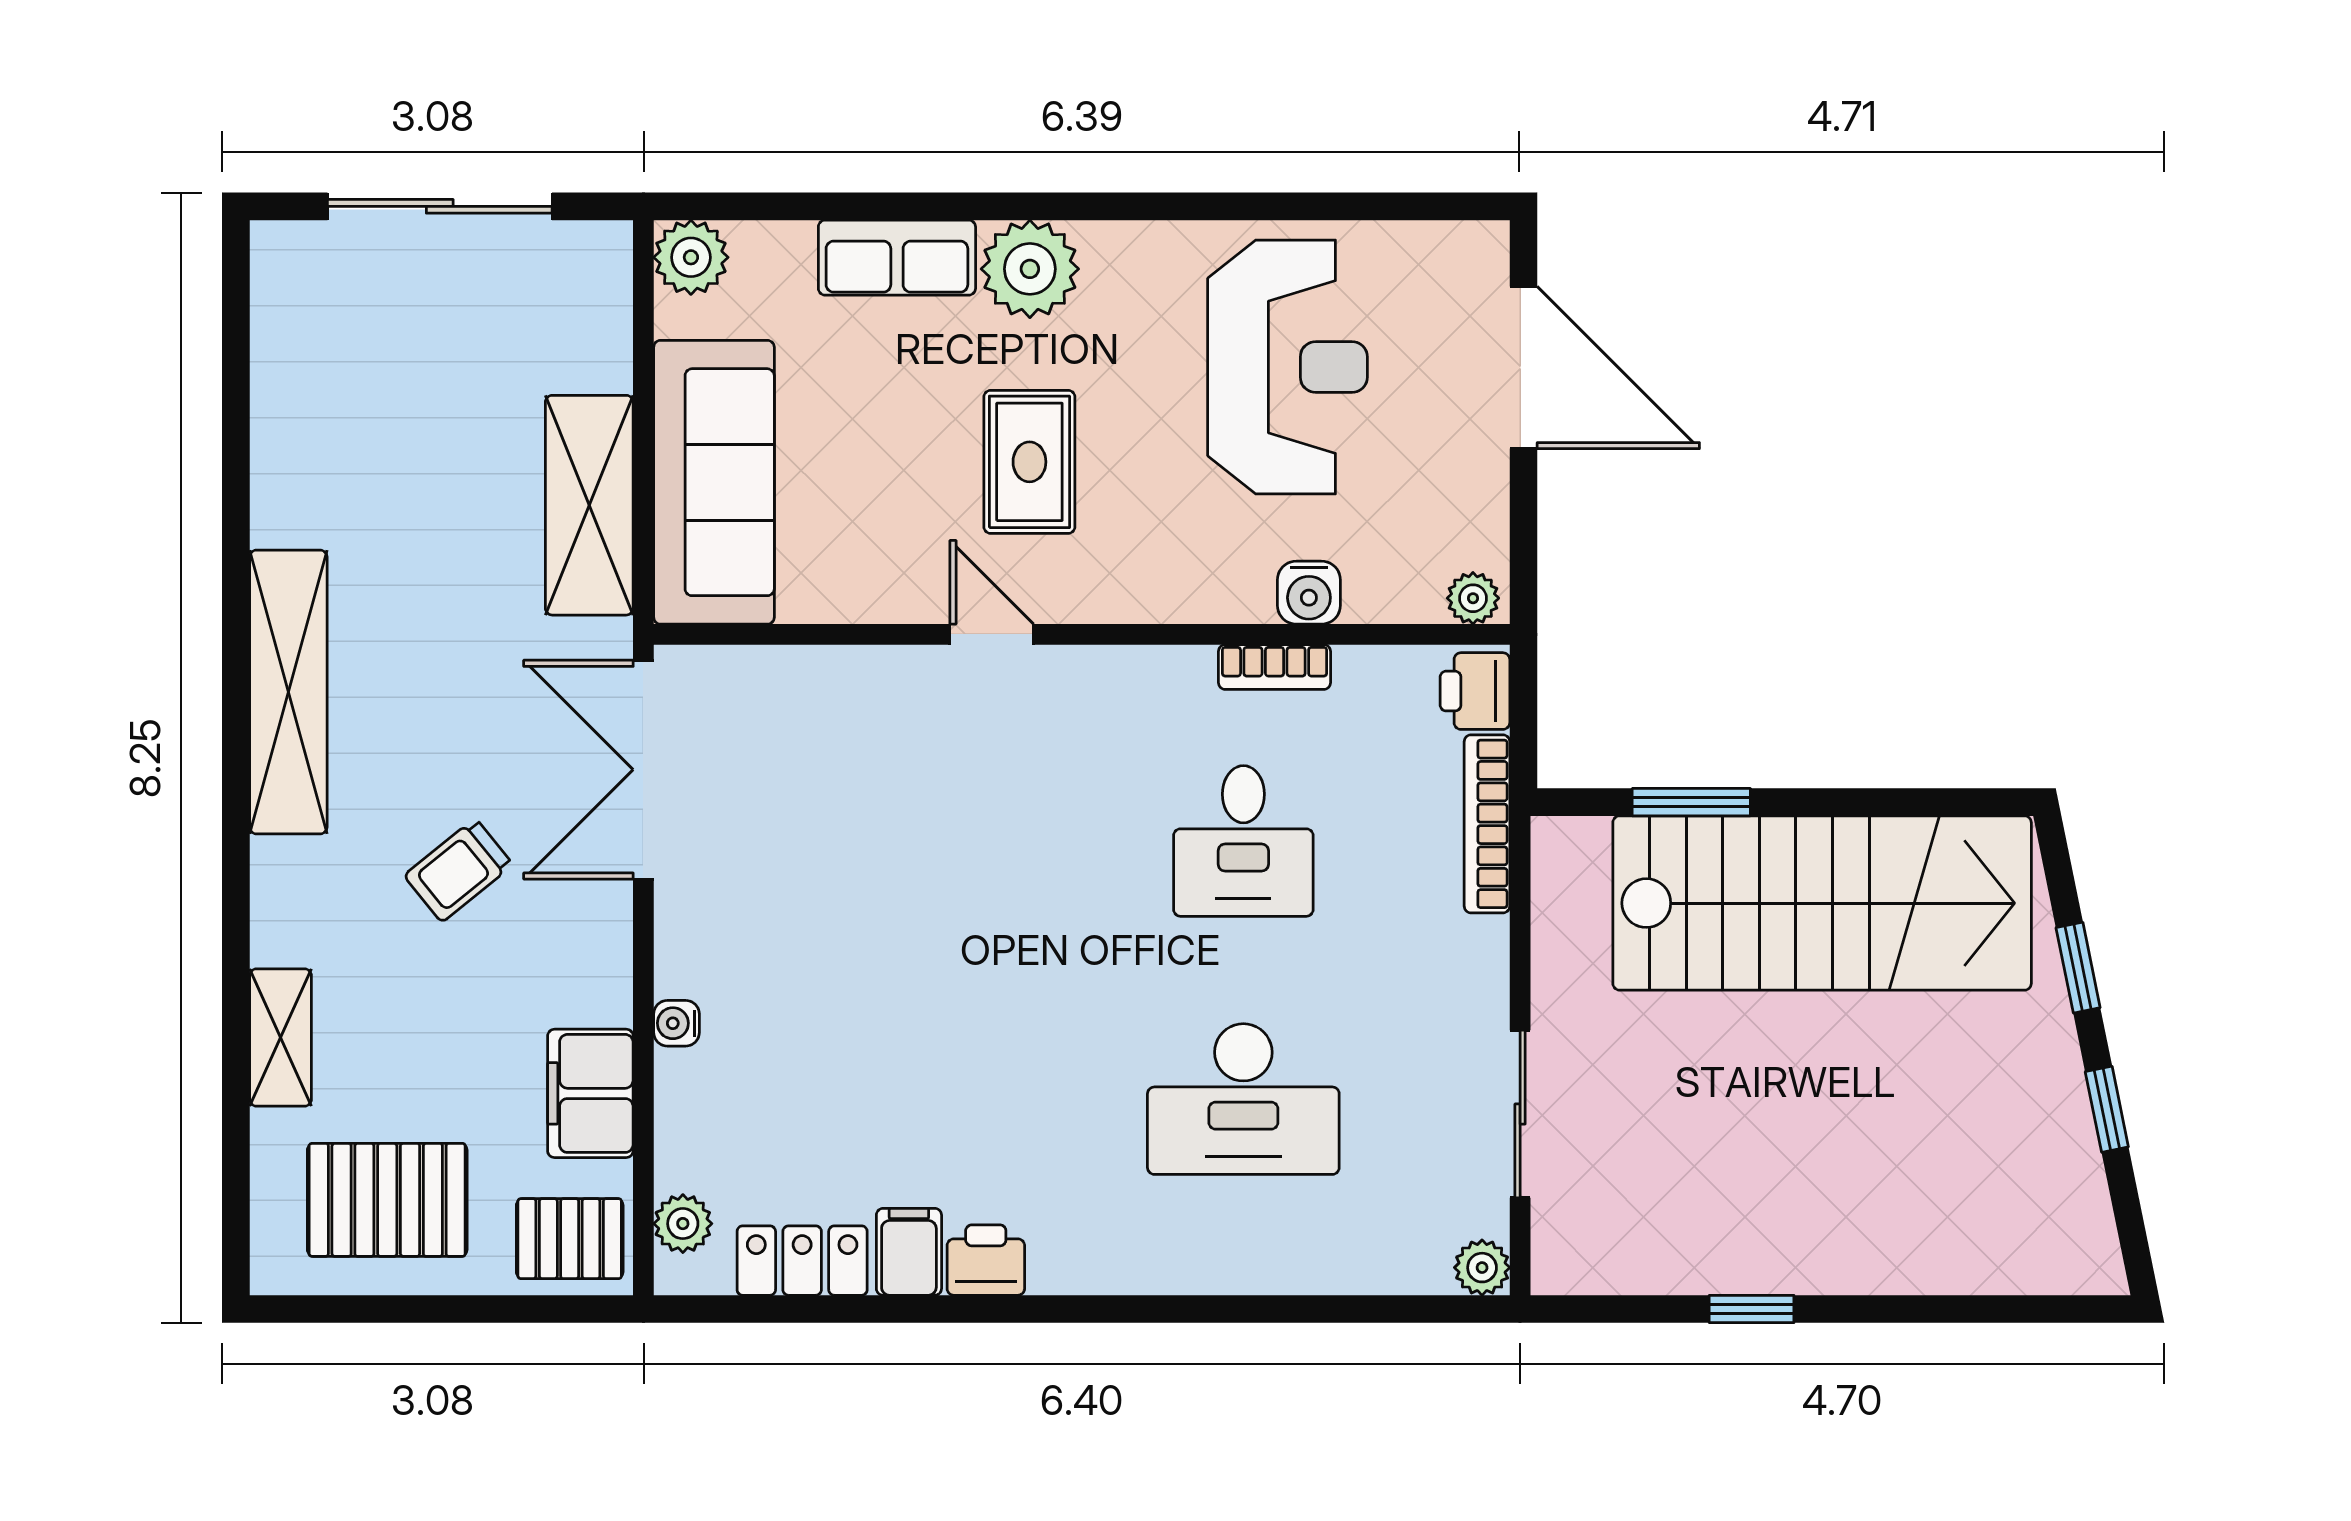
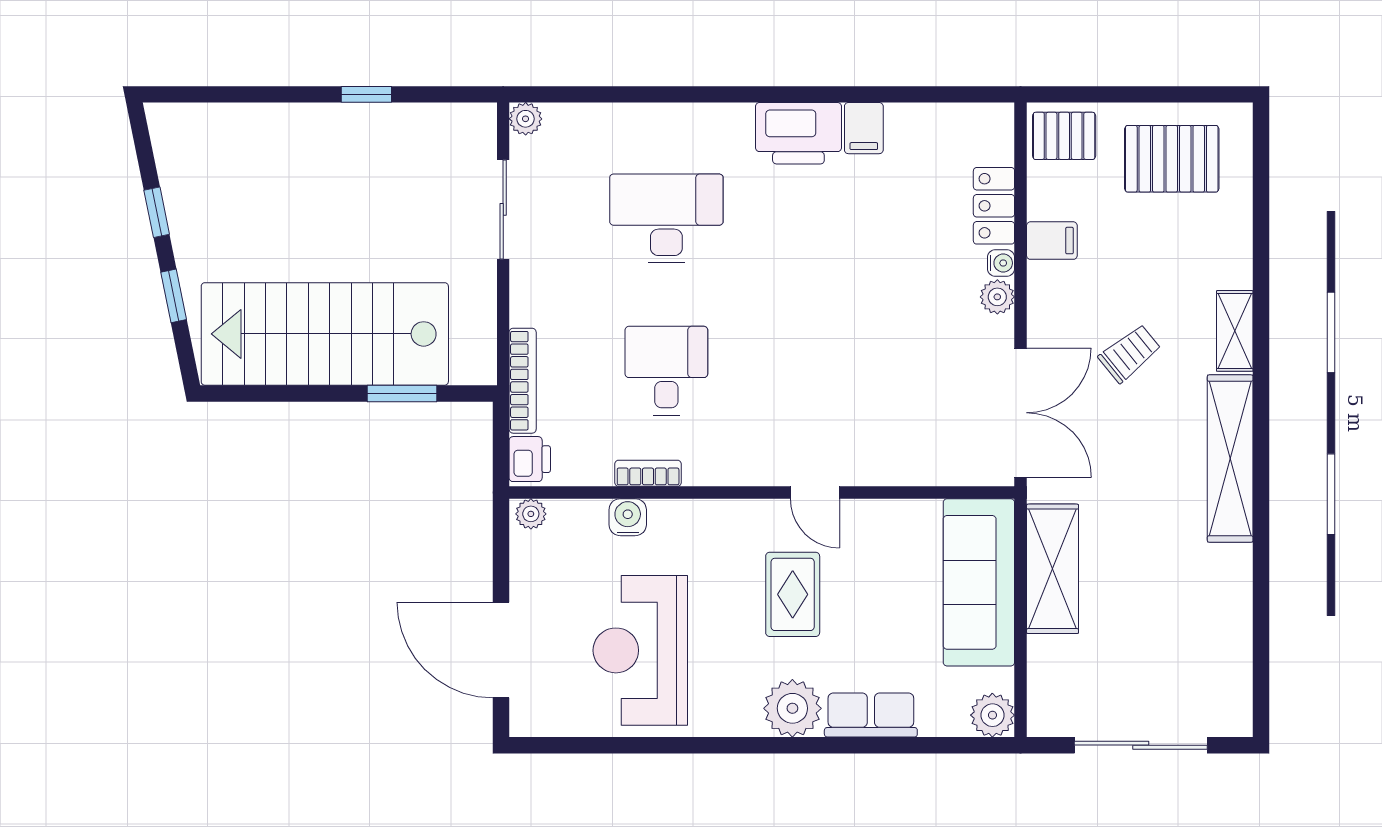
shelving: (280, 1037) -> (1235, 331), moved
filing cabinet: (590, 1093) -> (1052, 241), width x0.50
plant: (683, 1224) -> (997, 297), moved
printer: (986, 1260) -> (798, 133), width x1.87, depth x1.48
locker: (802, 1261) -> (994, 206), moved, turned 90

